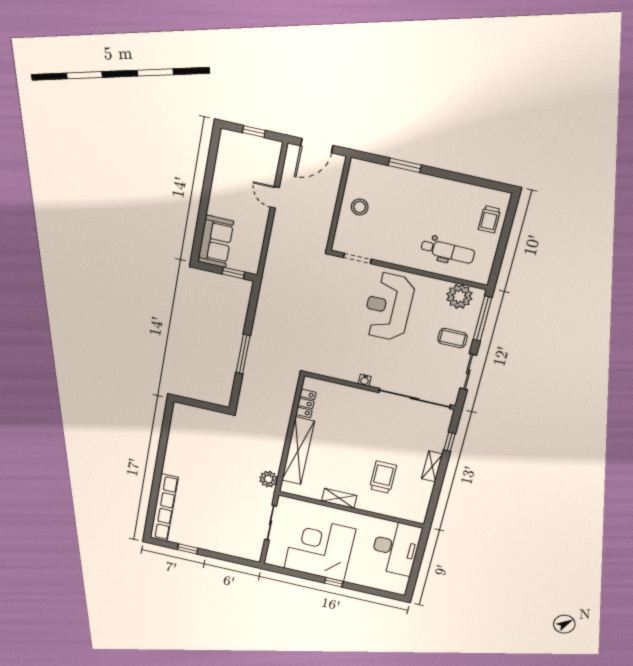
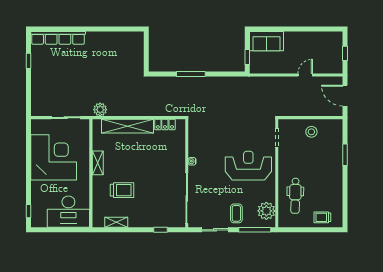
shelving: (432, 466) -> (116, 222), moved
window: (334, 582) -> (28, 211), moved

